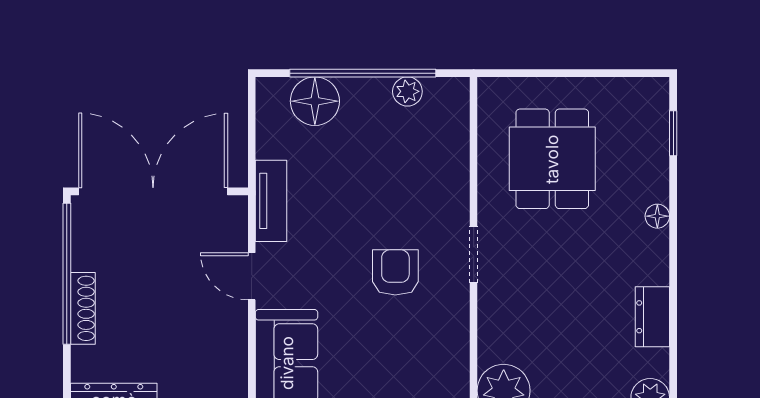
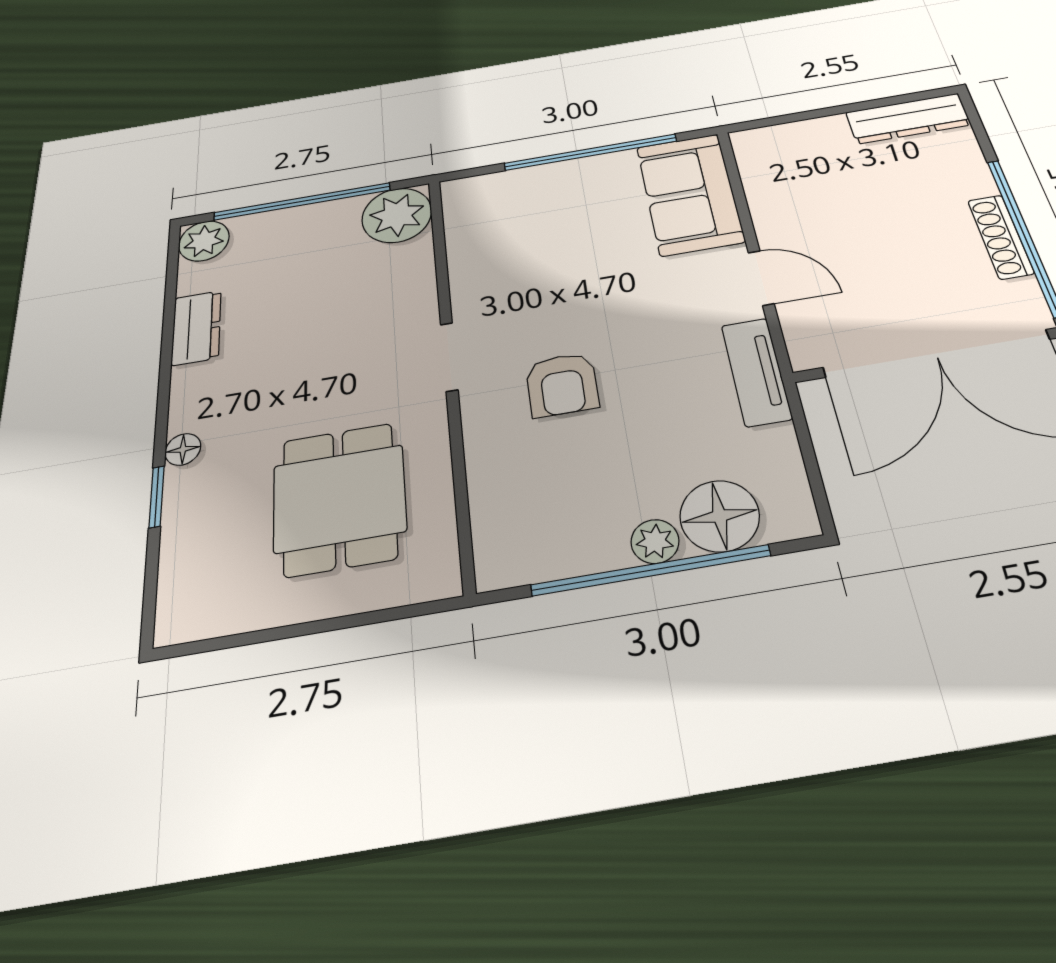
plant: (407, 91) -> (655, 541), moved
window: (673, 133) -> (157, 497), moved
armchair: (395, 272) -> (562, 385), moved
shoe rack: (83, 308) -> (1001, 237), moved

